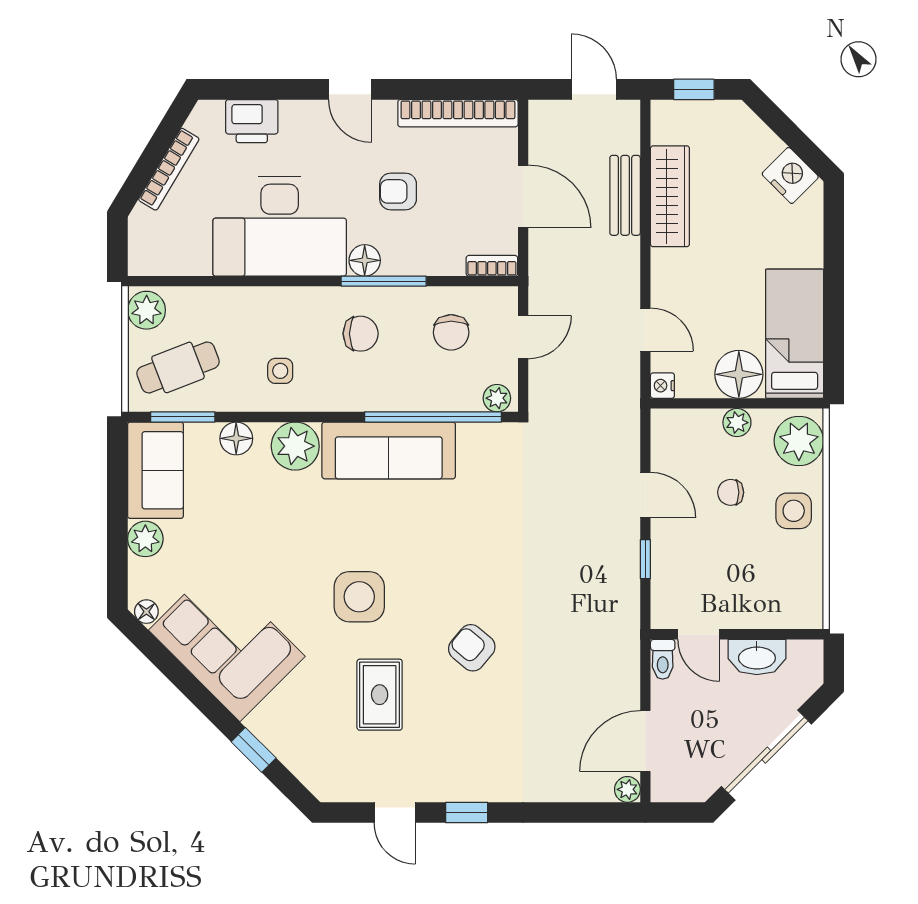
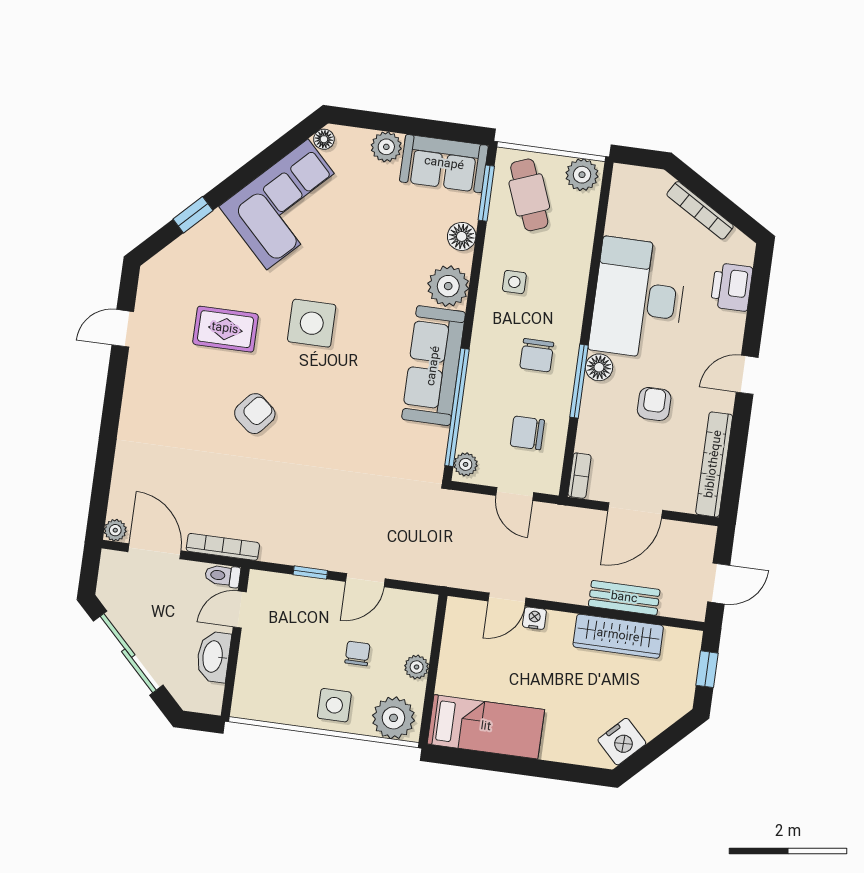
floor lamp: (739, 374) -> (458, 674), removed
nightstand: (662, 386) -> (534, 618), moved
bookcase: (630, 663) -> (223, 547), added
window: (467, 813) -> (114, 390), removed

